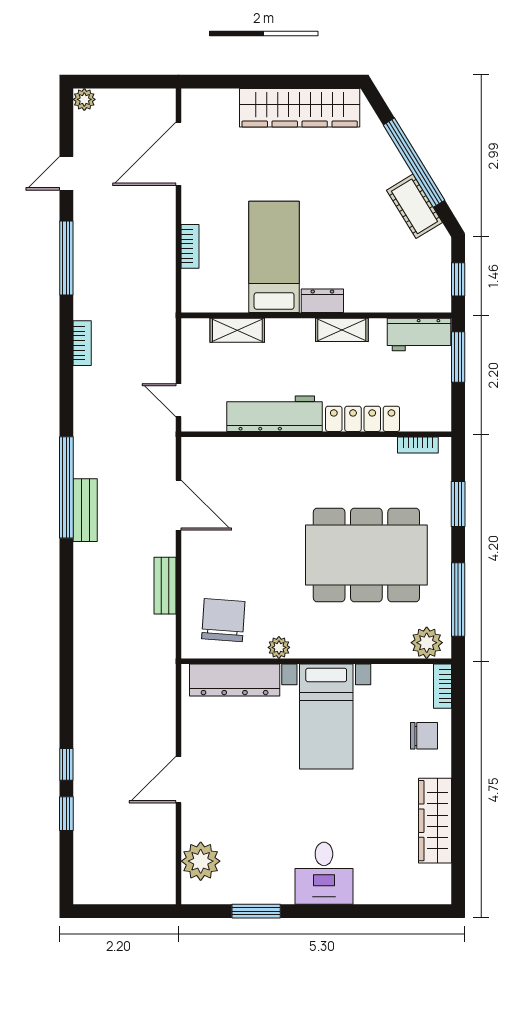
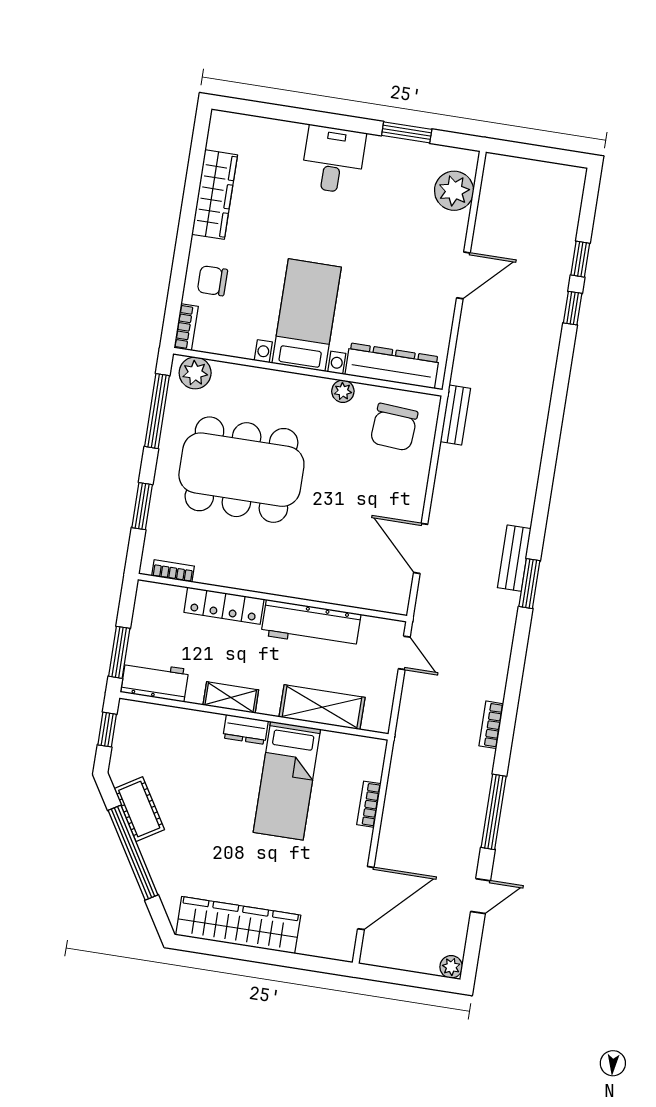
shelving: (237, 330) -> (322, 707), width x1.50, depth x1.33
window: (66, 487) -> (529, 584), width x0.47
bench: (165, 586) -> (455, 415), moved

